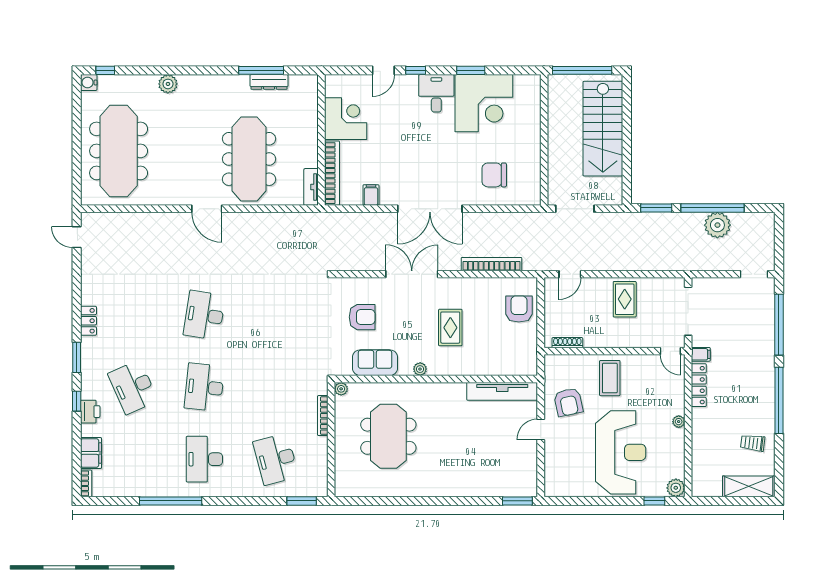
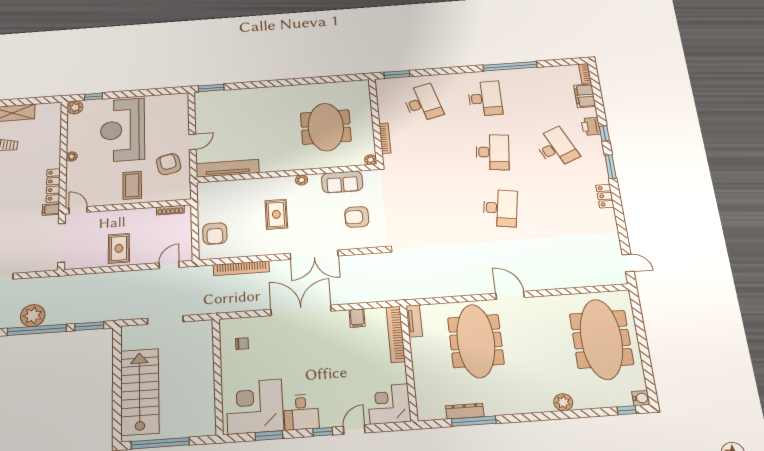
corner desk: (346, 119) -> (389, 404), moved, turned 90
wall: (544, 140) -> (218, 376), moved
chair: (494, 175) -> (242, 344), width x0.54, depth x0.54

